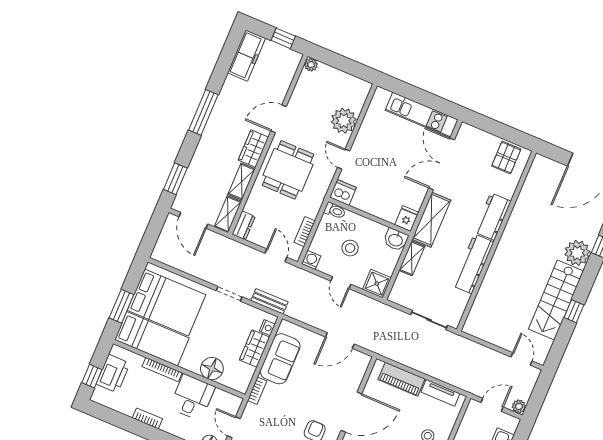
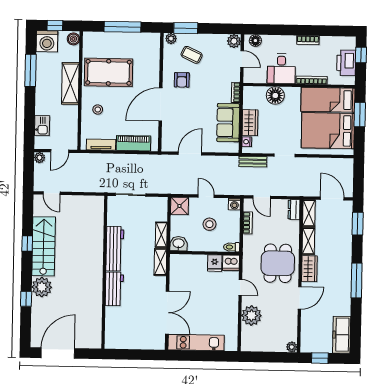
pallet: (506, 158) -> (122, 336), removed
fridge: (407, 219) -> (215, 263), moved
shelving: (431, 220) -> (160, 262), width x0.67, depth x0.75

